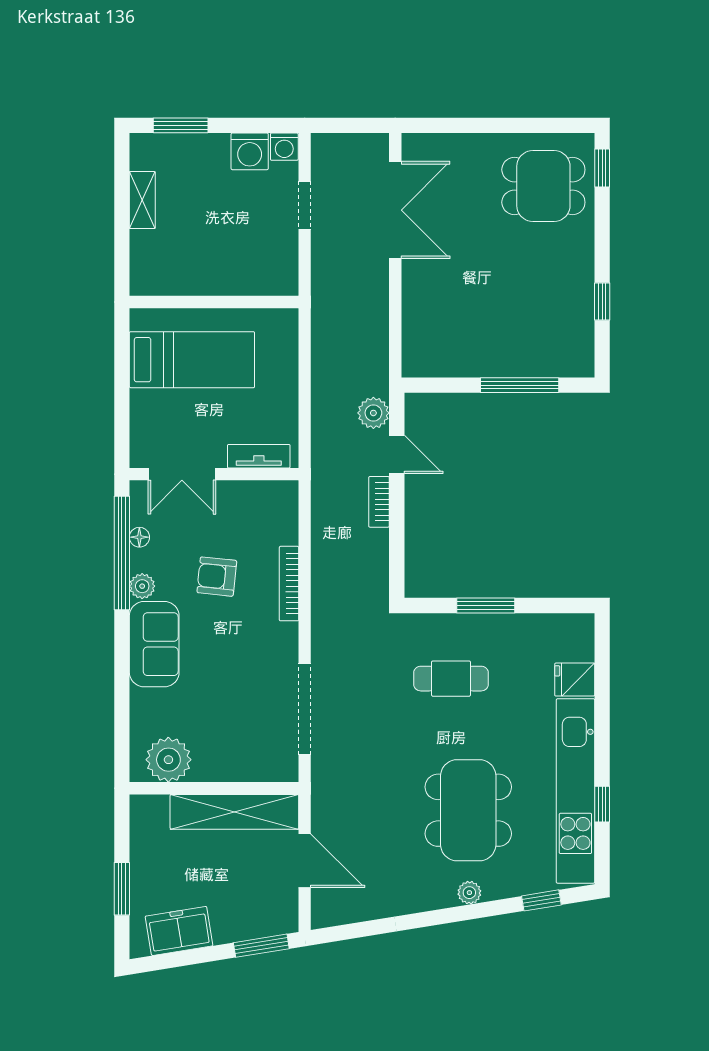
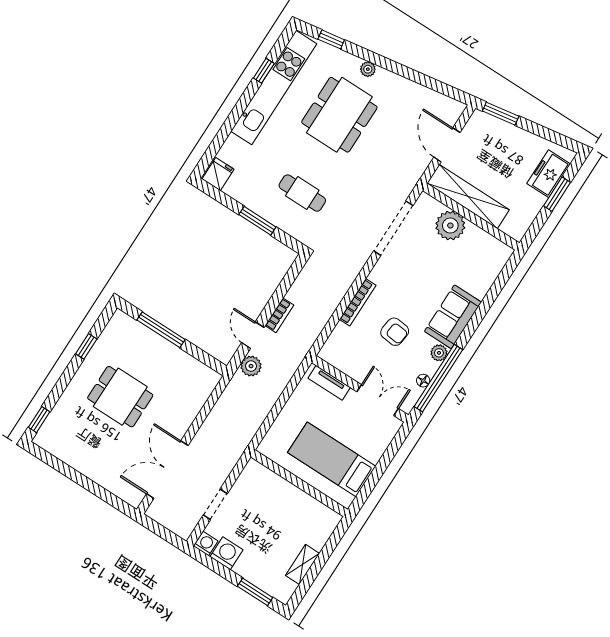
dining table: (543, 186) -> (120, 397), moved
fridge: (575, 680) -> (218, 174), moved, turned -90
plant: (168, 760) -> (450, 226), moved
freezer: (179, 931) -> (549, 174), moved, turned 99

